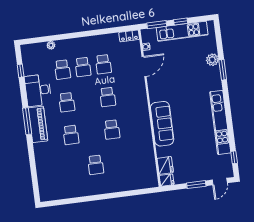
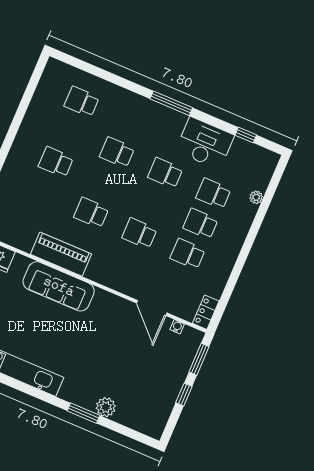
kitchen unit: (182, 31) -> (169, 389), removed
piano: (38, 124) -> (61, 254), moved, turned 180
school desk: (55, 170) -> (82, 102), added

